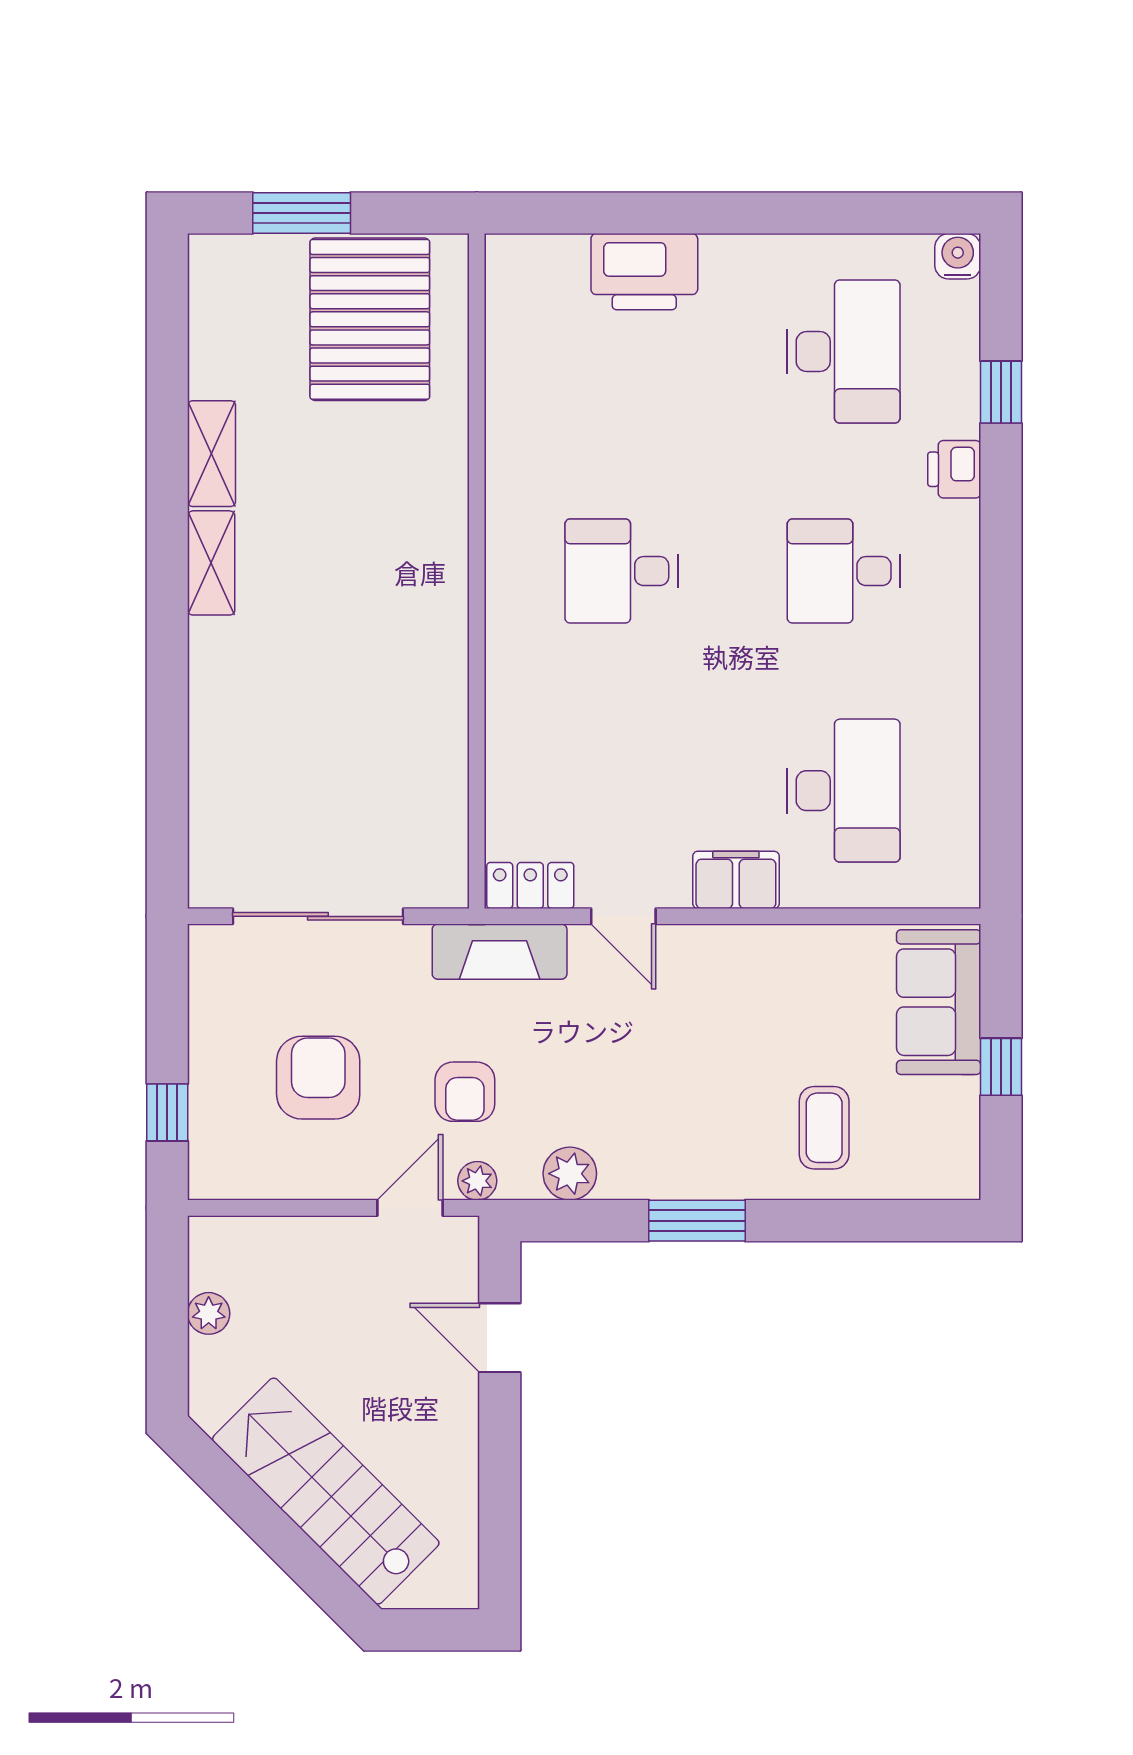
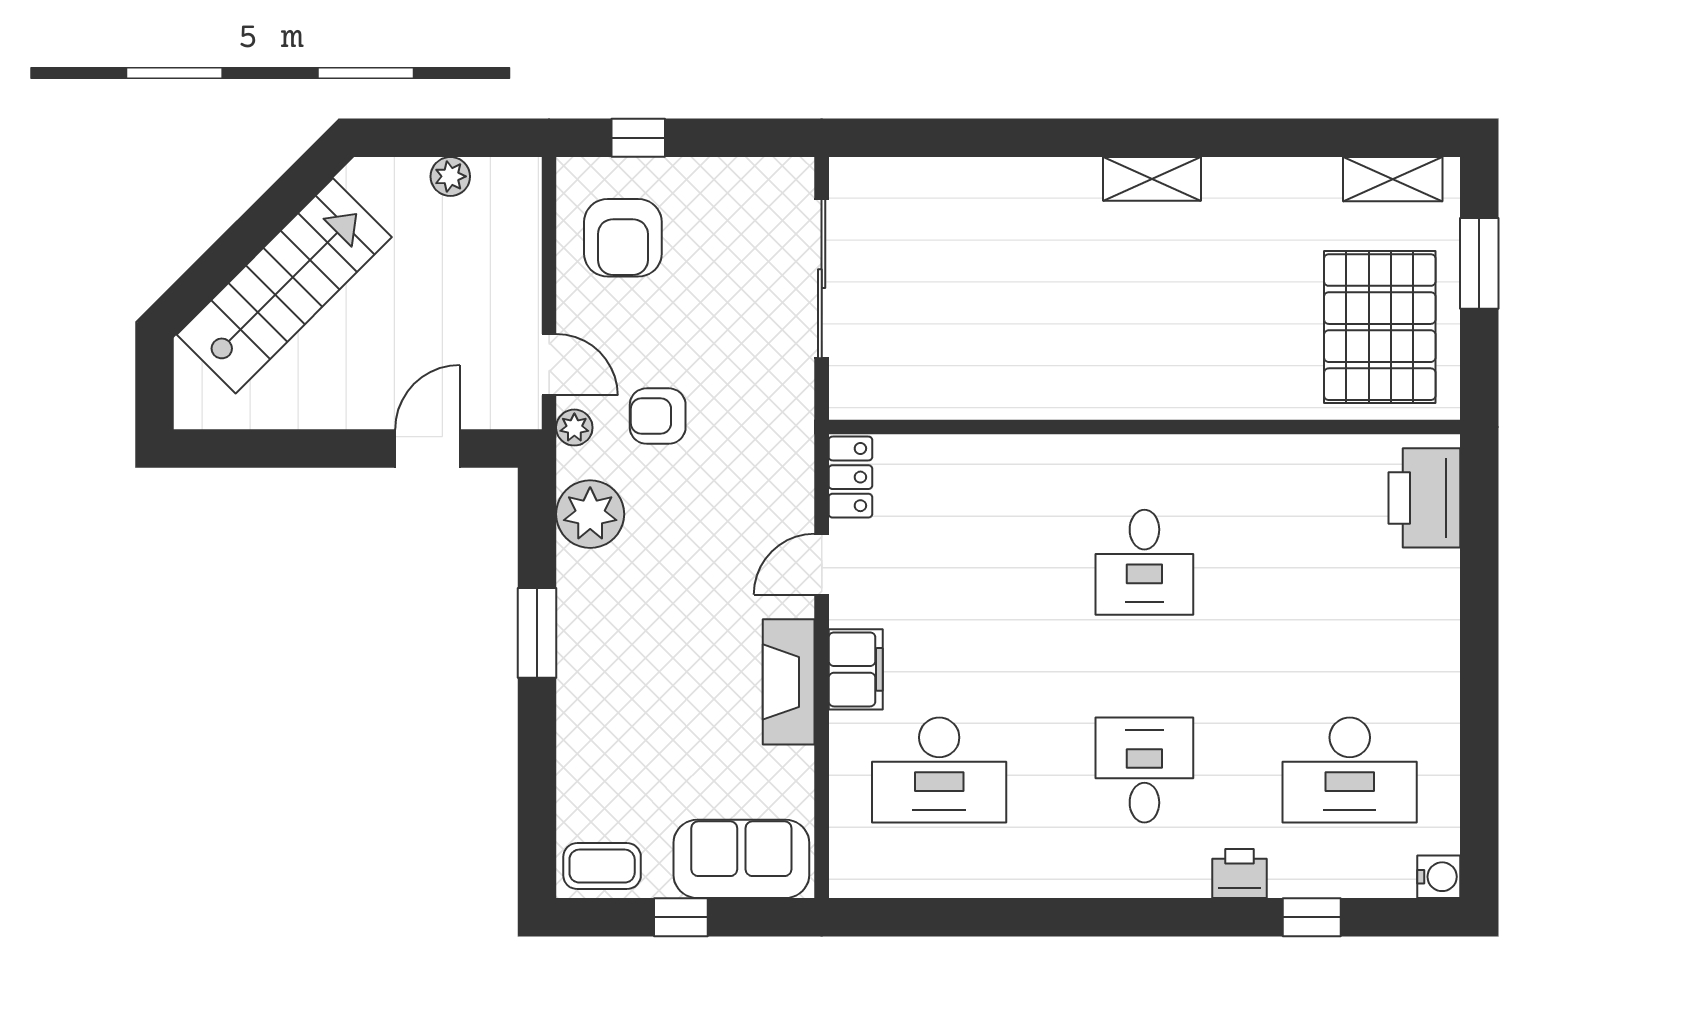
printer: (644, 272) -> (1424, 498), moved
pallet: (370, 319) -> (1380, 327), turned 90
shelving: (212, 454) -> (1393, 179), moved
desk: (621, 571) -> (1144, 562), turned 180
fireplace: (500, 952) -> (789, 682), moved
armchair: (318, 1078) -> (623, 238), moved, turned 90
coffee table: (824, 1128) -> (602, 866), moved
plant: (570, 1174) -> (590, 514), width x1.36, depth x1.36

